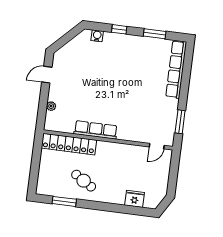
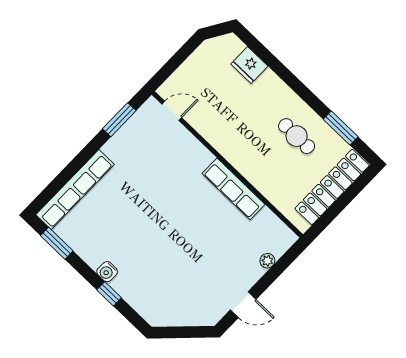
window: (155, 34) -> (57, 243), moved
water cooler: (97, 36) -> (107, 272), moved
locker: (69, 144) -> (332, 187), moved, turned -90
cafe table: (84, 181) -> (297, 136), turned -32

